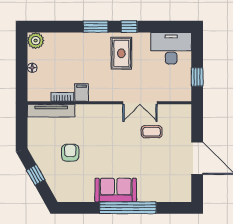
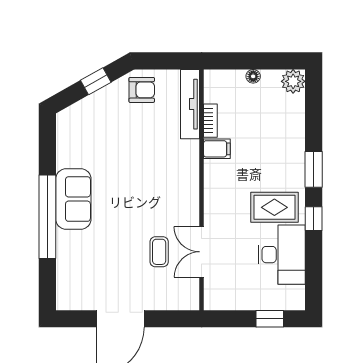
desk: (171, 48) -> (282, 255), moved
window: (197, 77) -> (270, 319), moved
double door: (140, 103) -> (202, 252), moved
armchair: (70, 153) -> (142, 90), moved

